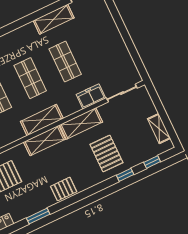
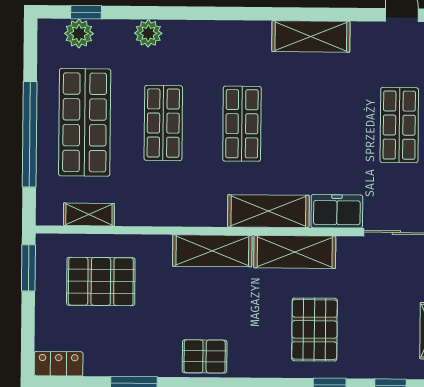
shelving: (54, 19) -> (311, 36), moved
shop shelf: (65, 62) -> (399, 125), moved
shelving: (42, 120) -> (268, 211), moved

